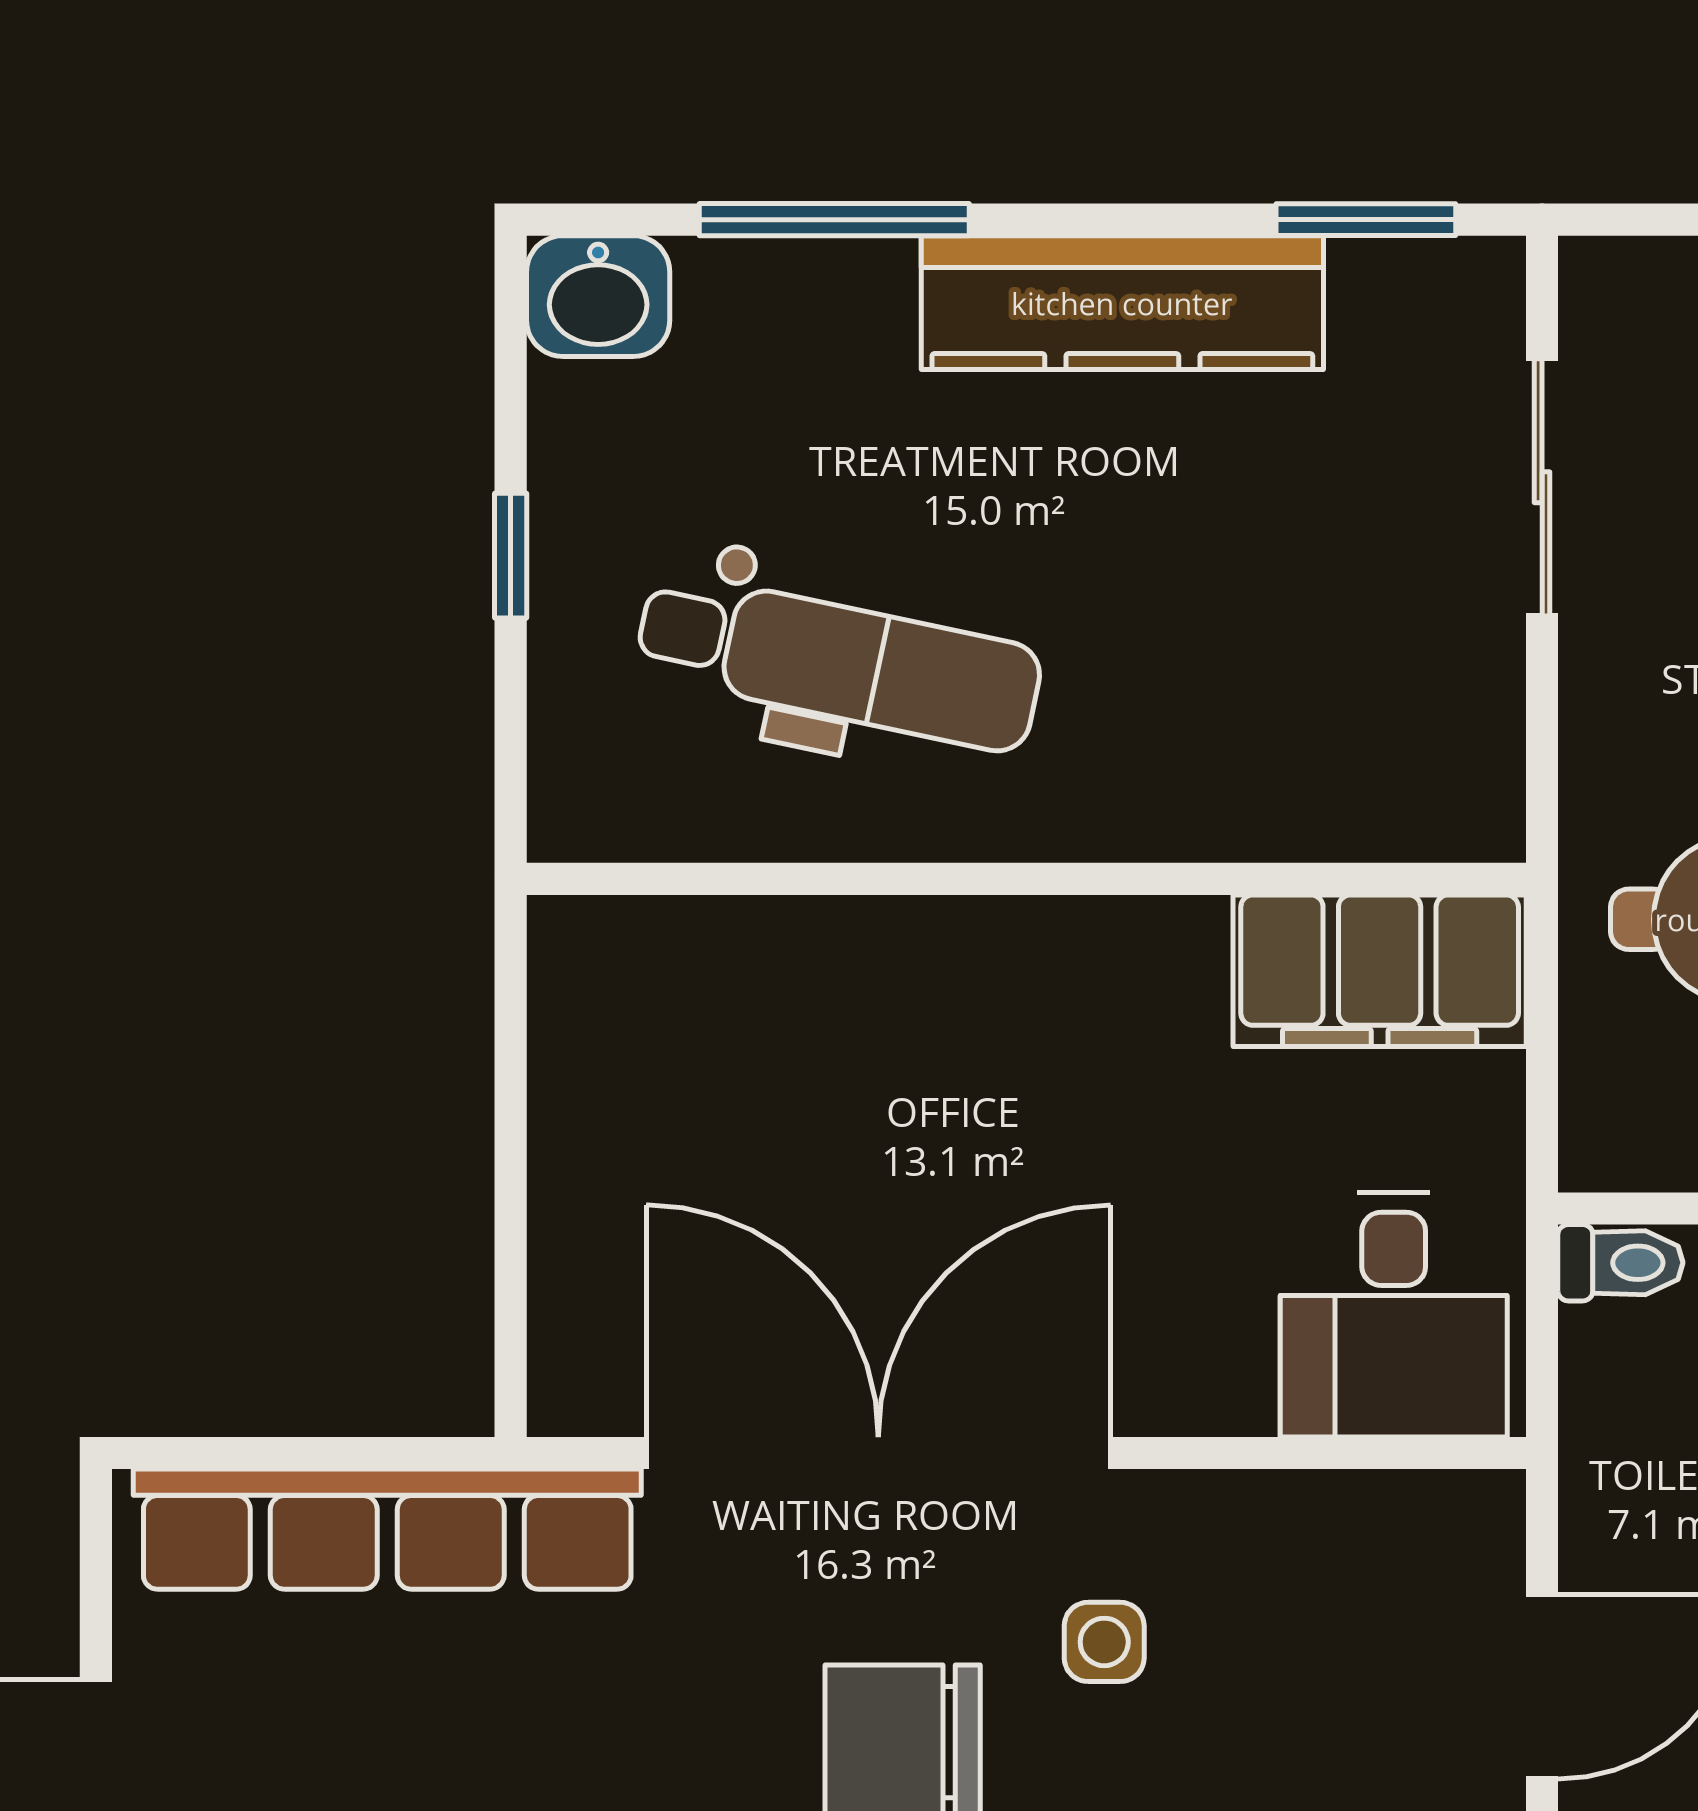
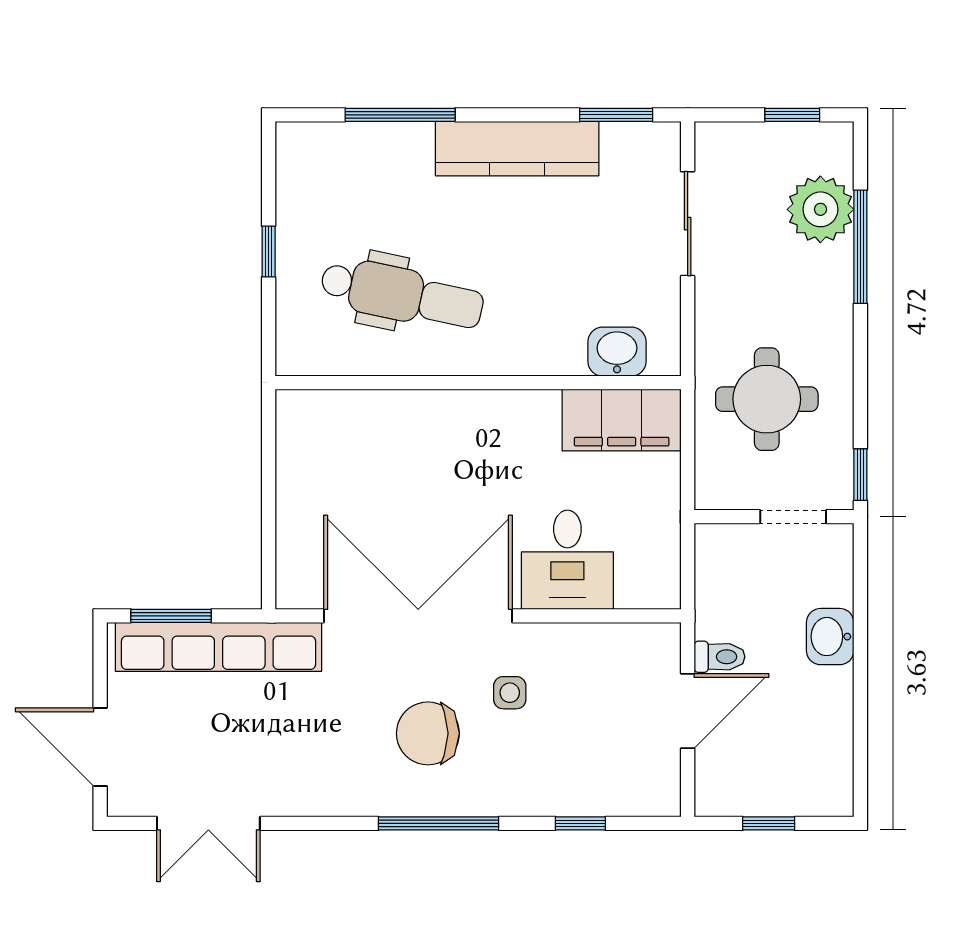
washbasin: (598, 296) -> (617, 352), moved, turned 180
toilet: (1620, 1263) -> (719, 657), moved
desk: (1394, 1315) -> (567, 560), moved
window: (270, 1453) -> (171, 616), added

